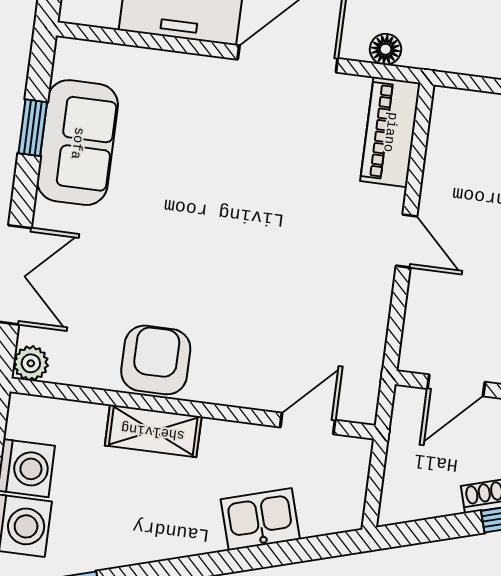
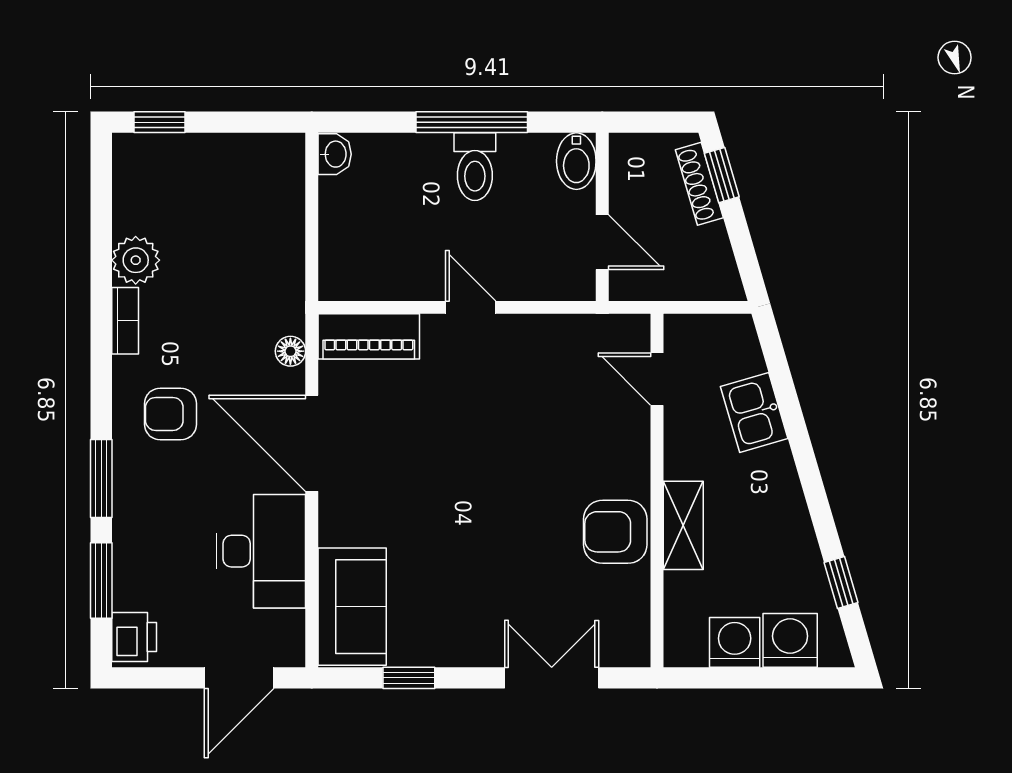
sofa: (77, 143) -> (352, 607), moved, turned 90
door: (407, 241) -> (471, 307), hinge flipped
plant: (31, 363) -> (634, 651), removed

